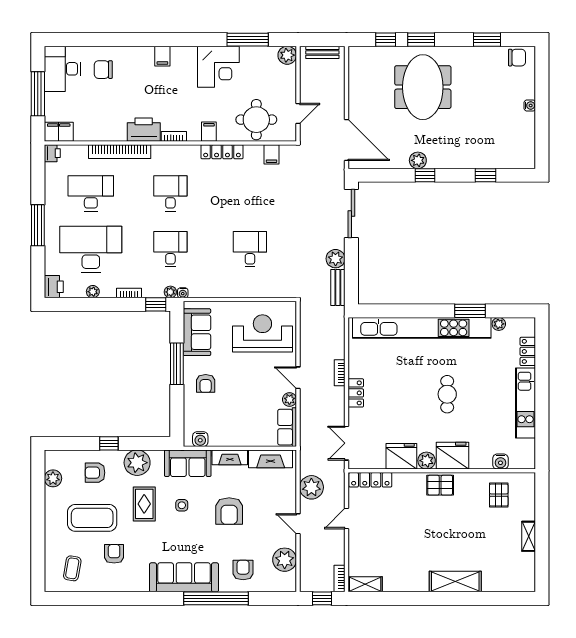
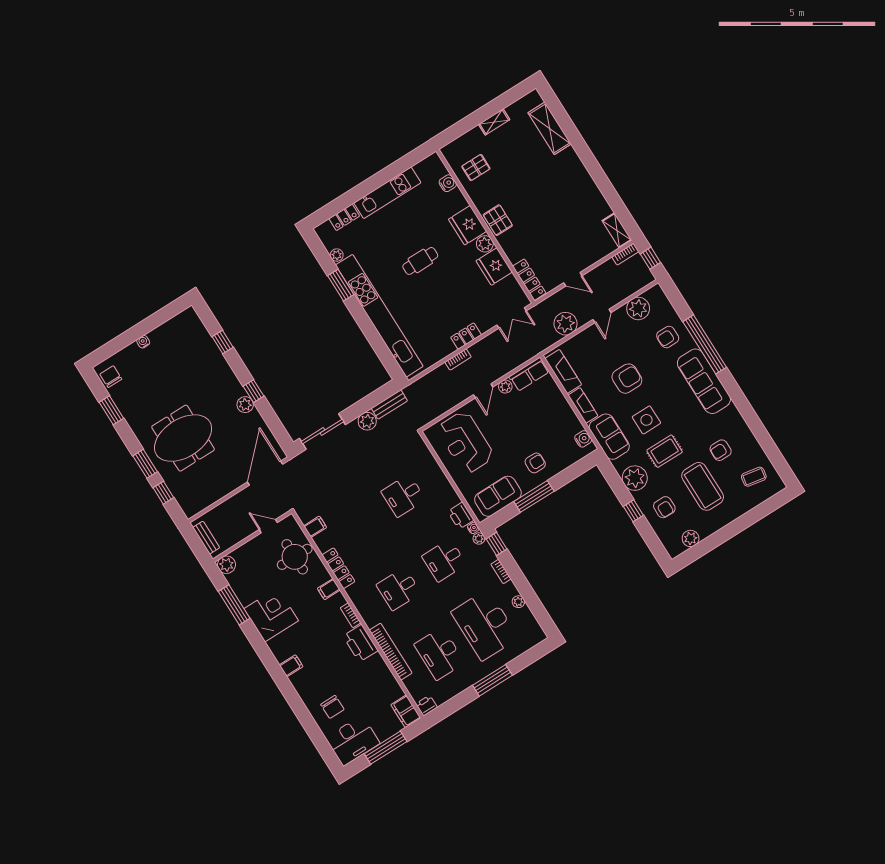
printer: (54, 287) -> (461, 516), moved, turned -90
side table: (182, 505) -> (646, 420), width x1.87, depth x1.87
shelving: (455, 582) -> (550, 128), moved

